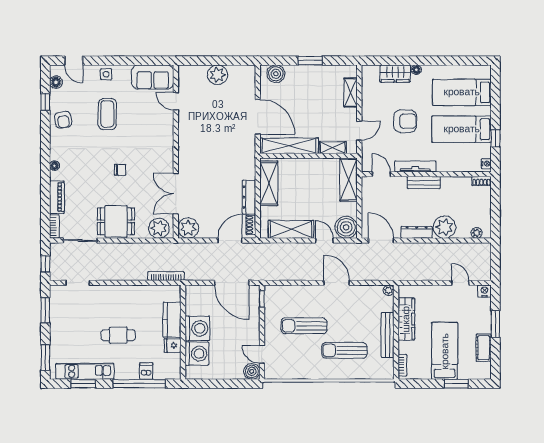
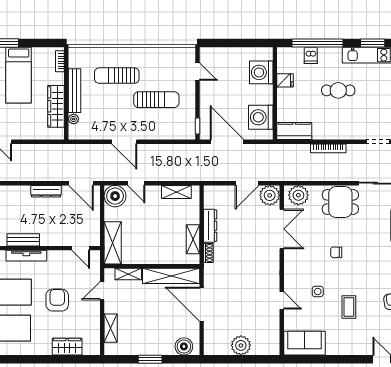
floor lamp: (416, 70) -> (46, 350), removed
side table: (106, 74) -> (318, 291), moved
door: (176, 101) -> (282, 300), moved
coffee table: (107, 114) -> (349, 307), width x0.73, depth x0.77
armchair: (405, 121) -> (57, 300), turned 90
tv unit: (415, 166) -> (26, 256), moved
shelving: (269, 183) -> (193, 239), width x0.67, depth x0.75
bench: (424, 183) -> (23, 240), moved
shoe rack: (251, 225) -> (208, 253), moved
plant: (444, 227) -> (19, 196), removed
shelving: (291, 229) -> (176, 192), width x0.67, depth x0.75
door: (230, 240) -> (247, 183), moved
bookcase: (166, 276) -> (328, 148), moved
plant: (389, 290) -> (74, 119), moved
kitchen counter: (172, 320) -> (294, 131), moved, turned -90
washing machine: (197, 328) -> (261, 117), moved
sun lounger: (344, 350) -> (117, 76), turned 180
boiler: (252, 371) -> (207, 55), removed

